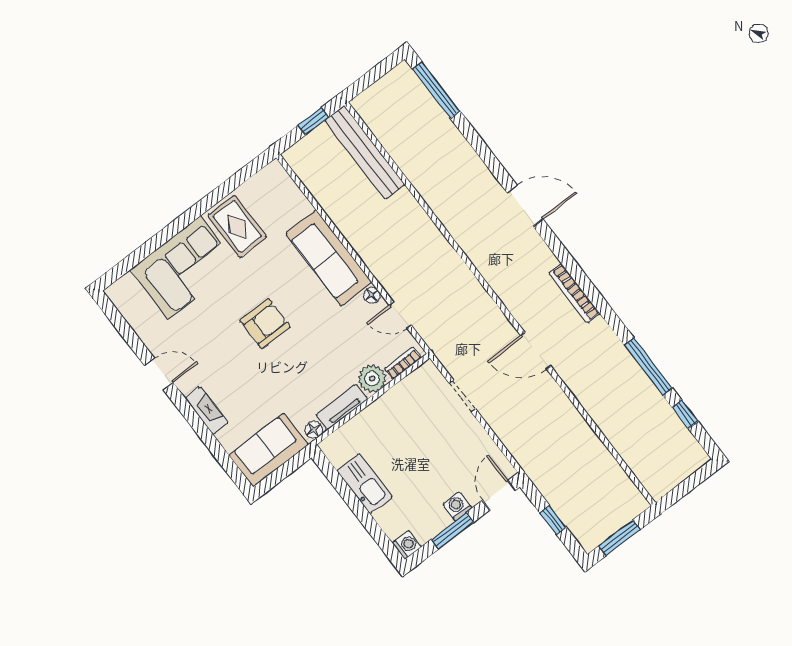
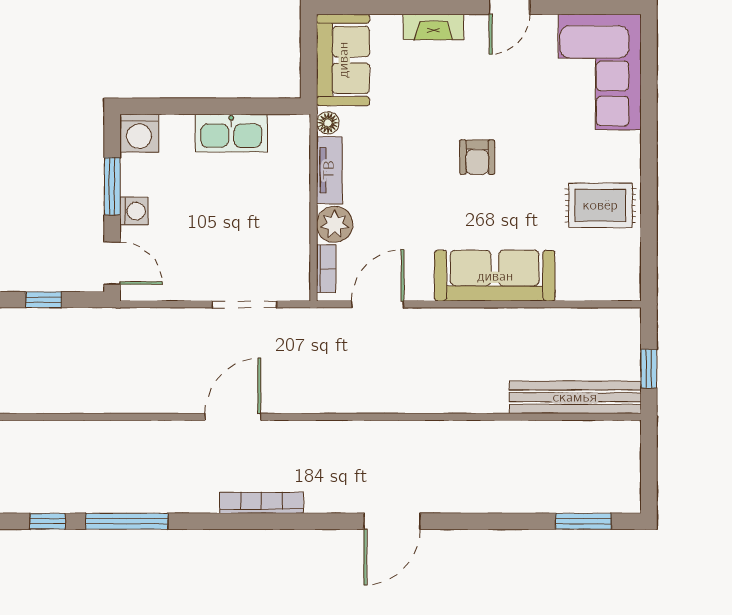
window: (436, 90) -> (583, 521), width x0.69
corner sofa: (184, 268) -> (600, 72), moved
floor lamp: (372, 295) -> (421, 291), removed
door: (400, 315) -> (378, 304), width x1.37
armchair: (265, 323) -> (477, 157), width x0.72, depth x0.72
doorway: (462, 396) -> (244, 304), width x1.38
washing machine: (407, 545) -> (139, 133), width x1.38, depth x1.38

